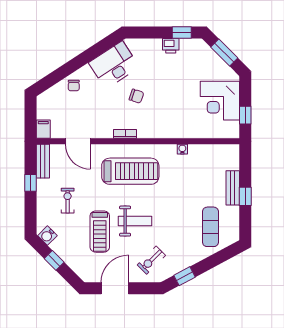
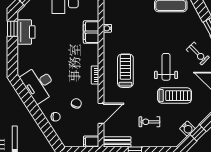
printer: (171, 46) -> (26, 32), width x1.87, depth x1.48
chair: (136, 96) -> (76, 103), moved
filing cabinet: (178, 129) -> (91, 32), added
treadmill: (130, 171) -> (125, 71), width x0.73, depth x0.73
water cooler: (47, 236) -> (187, 129), moved

